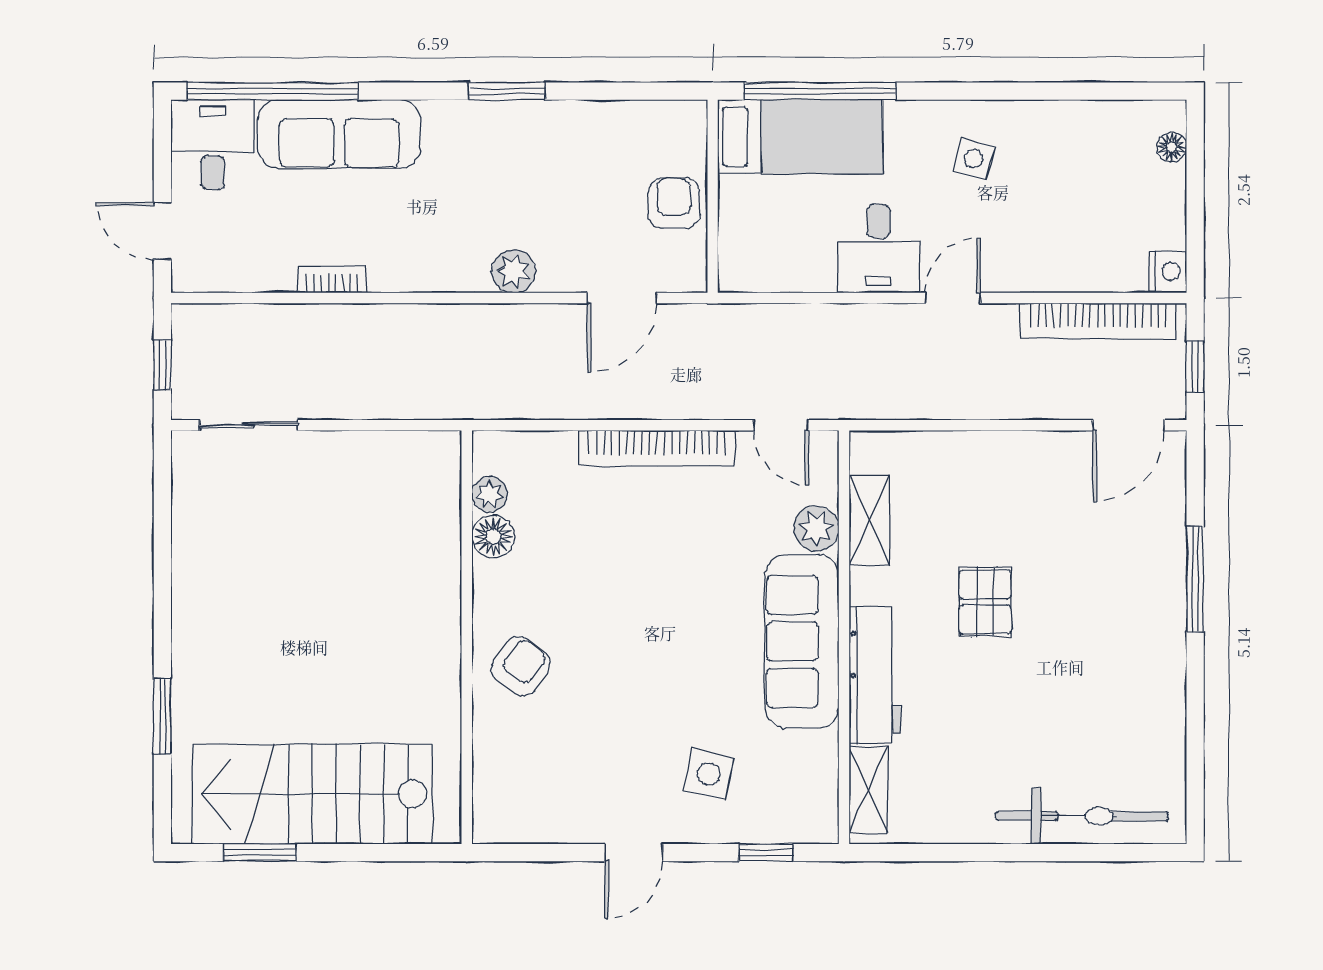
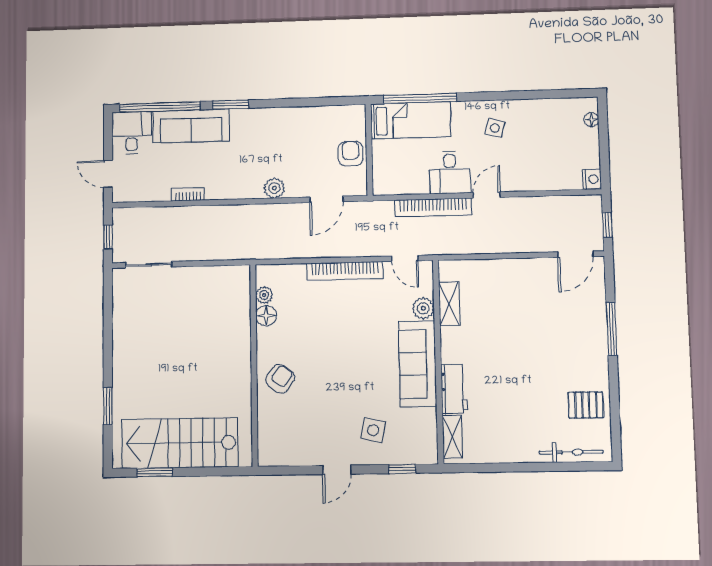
window: (507, 91) -> (231, 105), moved
bookcase: (1098, 321) -> (433, 207), moved
pallet: (985, 602) -> (586, 405), moved, turned 90
workbench: (875, 675) -> (454, 389), width x0.73
bicycle: (1082, 816) -> (571, 452), width x0.73, depth x0.71

